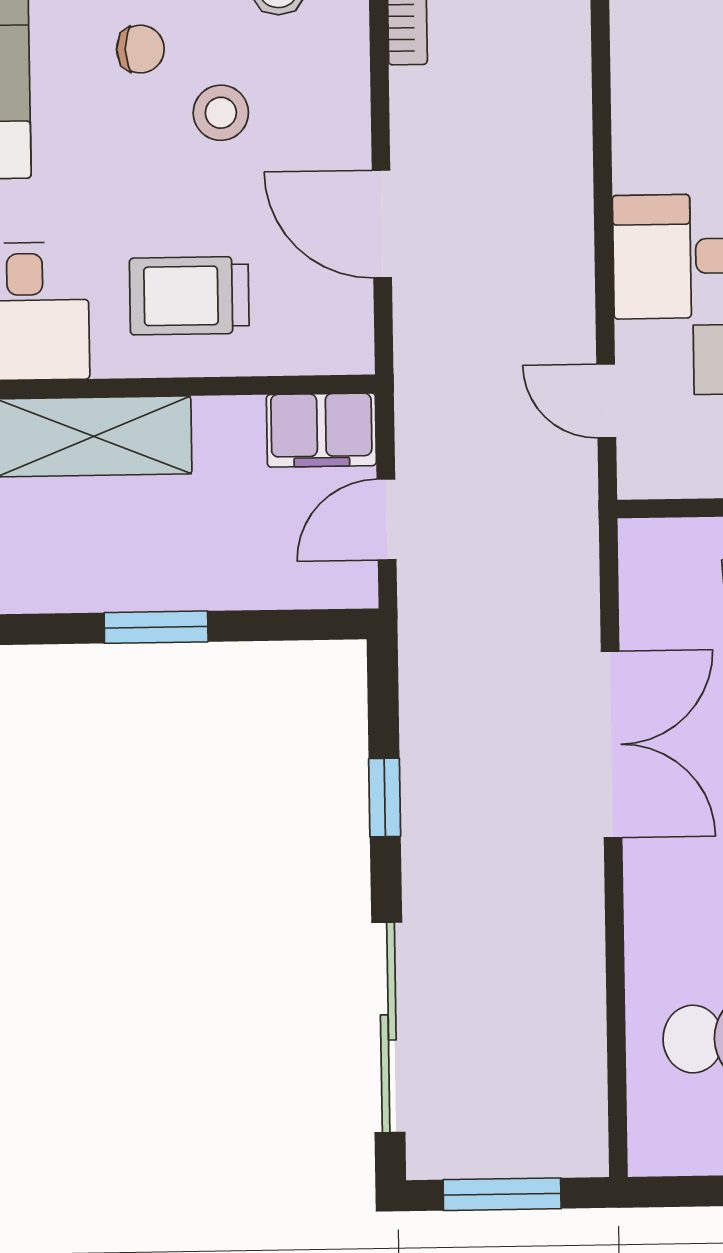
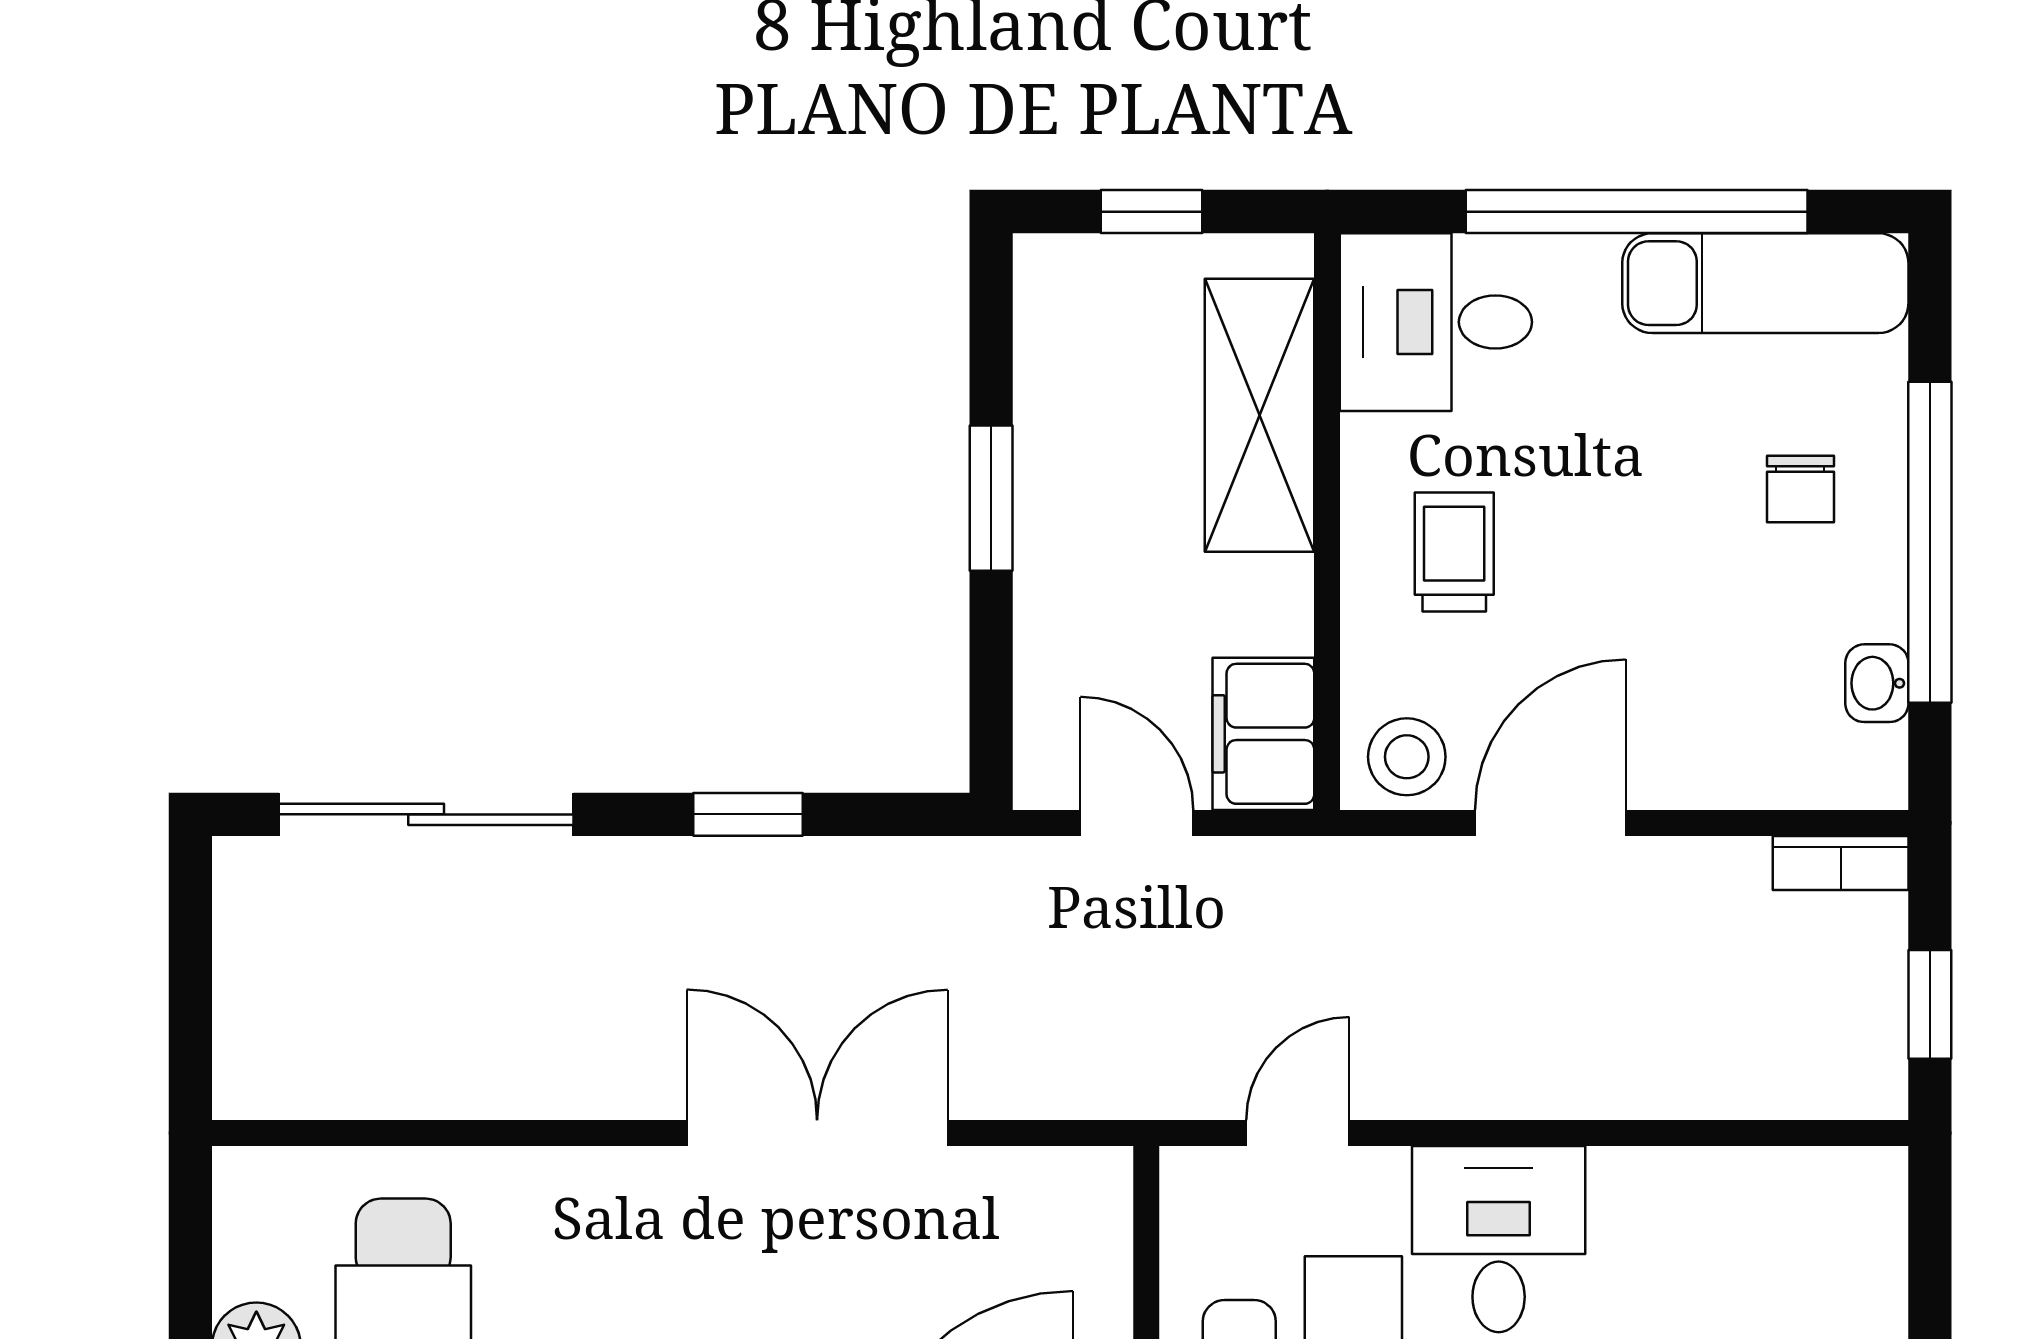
stool: (221, 113) -> (1407, 757), moved
trolley: (189, 296) -> (1454, 552), width x0.73, depth x0.72
double door: (612, 744) -> (817, 1133), swing flipped
window: (502, 1194) -> (190, 970), removed

